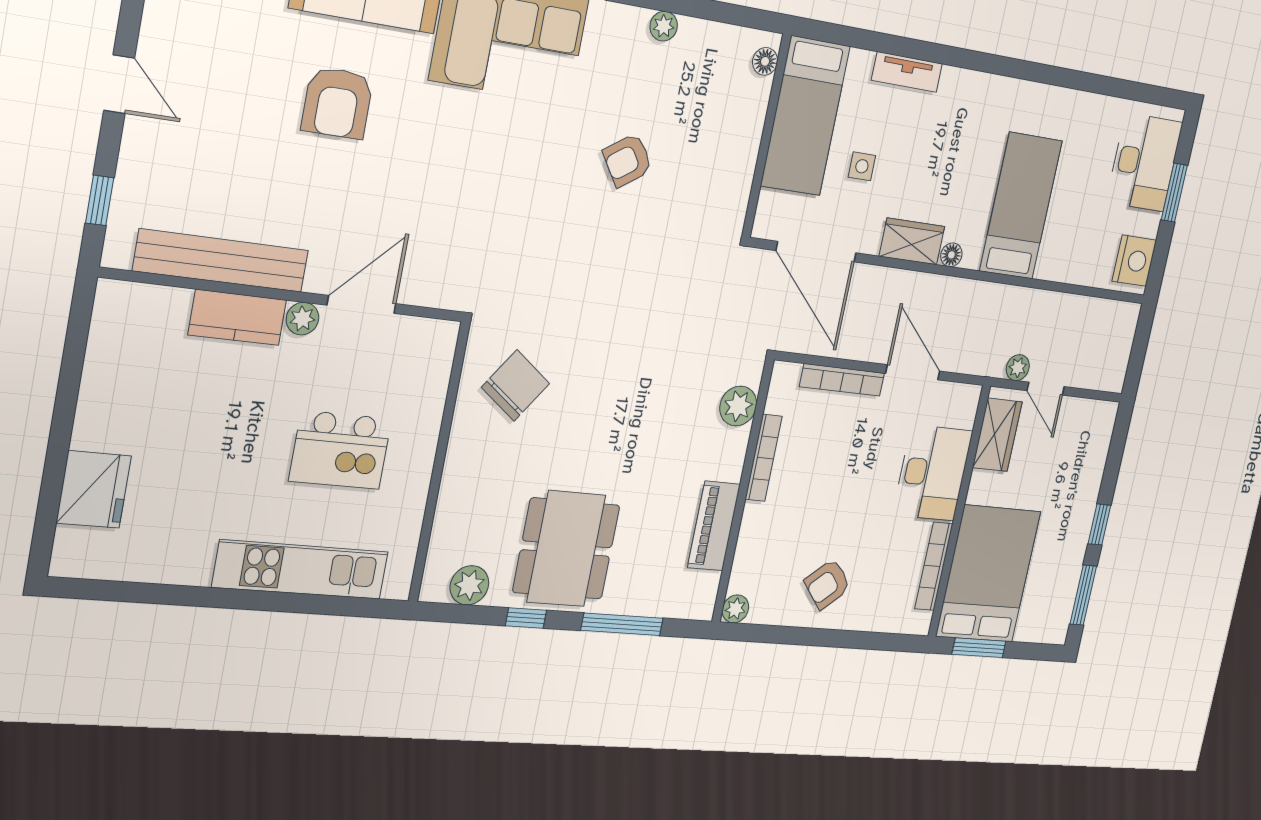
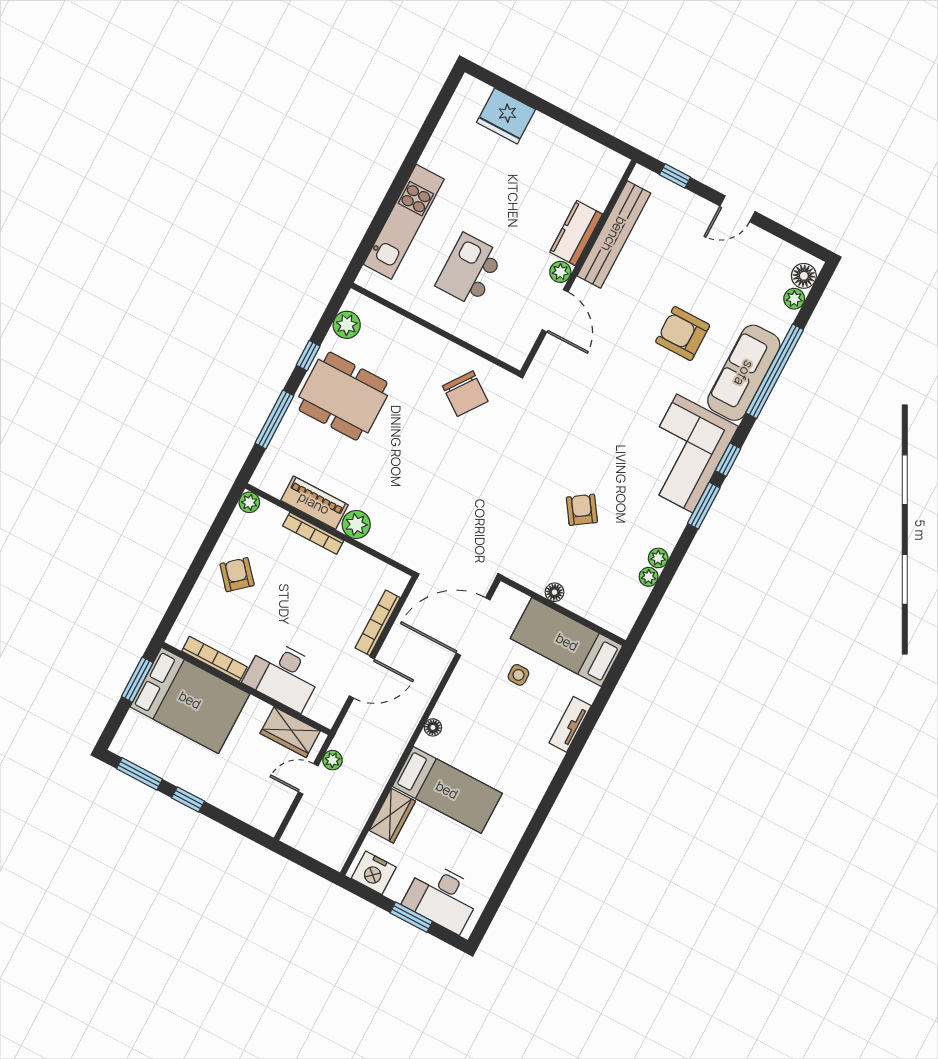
plant: (692, 31) -> (649, 577), added
floor lamp: (765, 61) -> (554, 592), moved
wardrobe: (912, 241) -> (392, 816), moved
plant: (738, 406) -> (356, 525), moved
bookcase: (764, 458) -> (313, 533), moved

